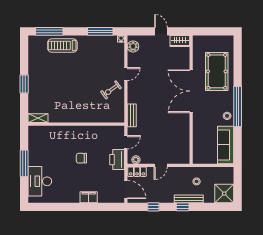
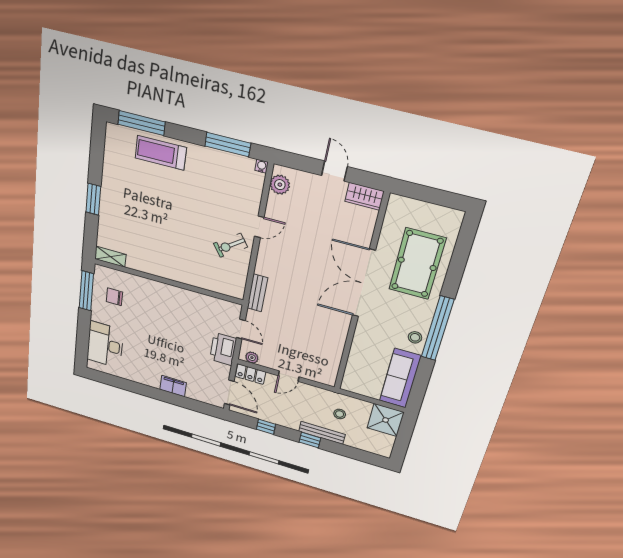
door: (126, 142) -> (241, 329), hinge flipped
chair: (81, 158) -> (114, 297), moved
window: (24, 163) -> (86, 291), moved
shower: (224, 194) -> (386, 420), moved

